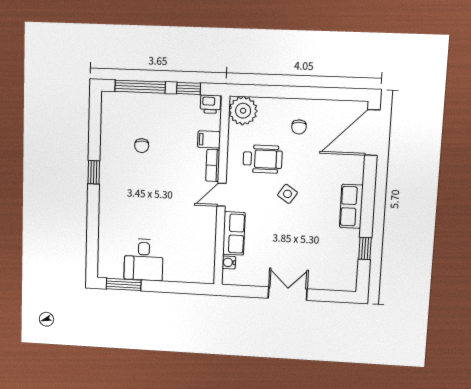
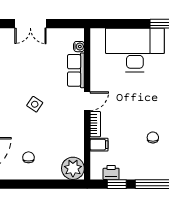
printer: (210, 104) -> (111, 172), moved
wheelchair: (263, 159) -> (56, 131), removed
desk: (144, 260) -> (135, 50), width x1.87, depth x1.30

